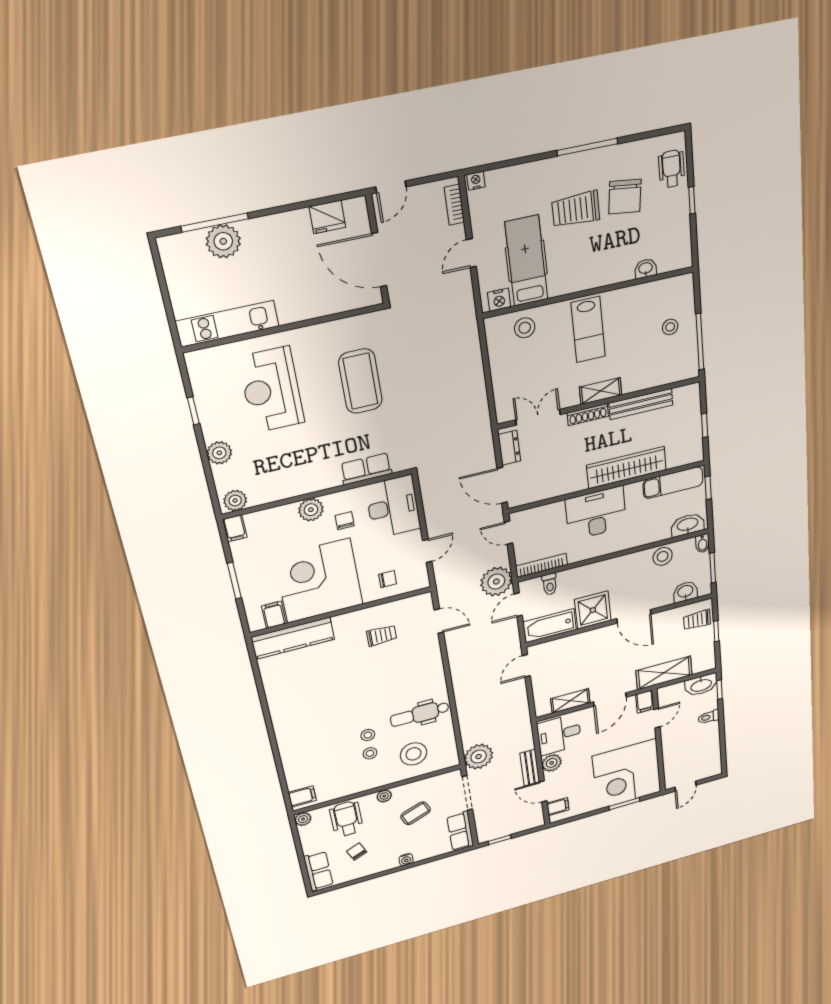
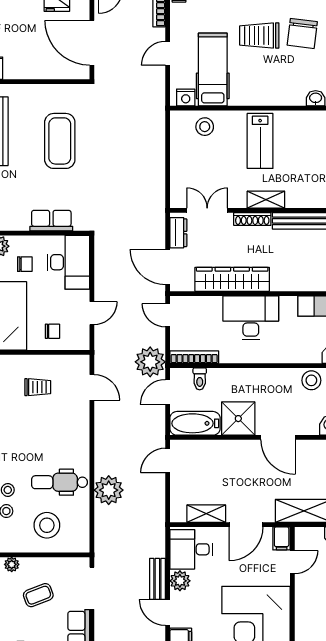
wardrobe: (627, 467) -> (232, 279), moved
chair: (345, 521) -> (25, 264), turned 90
plant: (479, 757) -> (109, 490), moved

